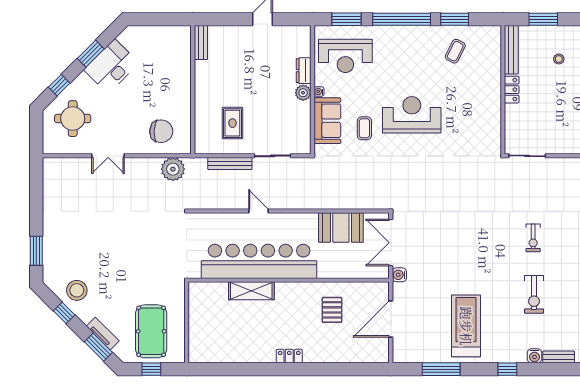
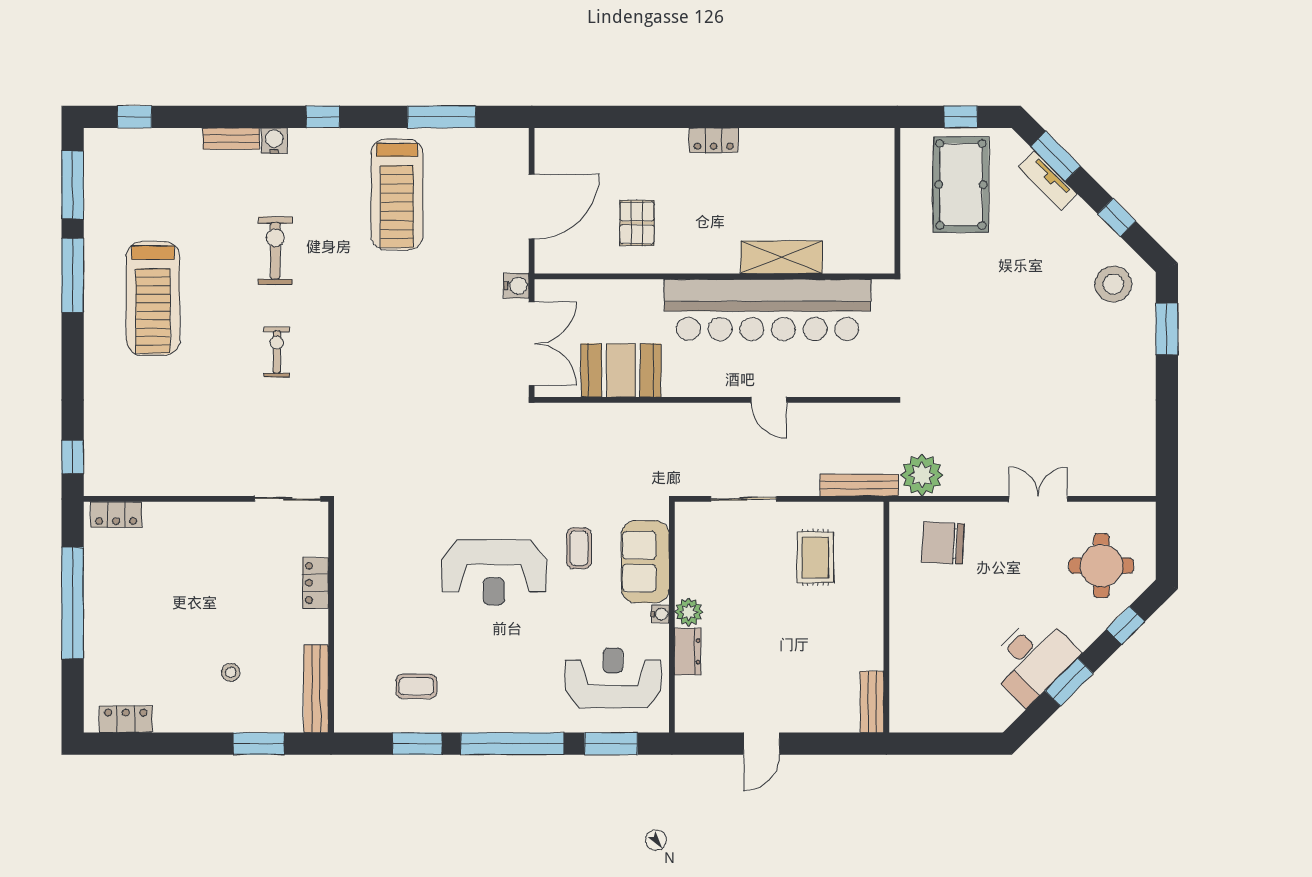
coffee table: (455, 51) -> (416, 686), turned 63
locker: (512, 90) -> (315, 583), moved
bench: (230, 163) -> (859, 485), moved
stool: (77, 290) -> (1113, 284), moved

